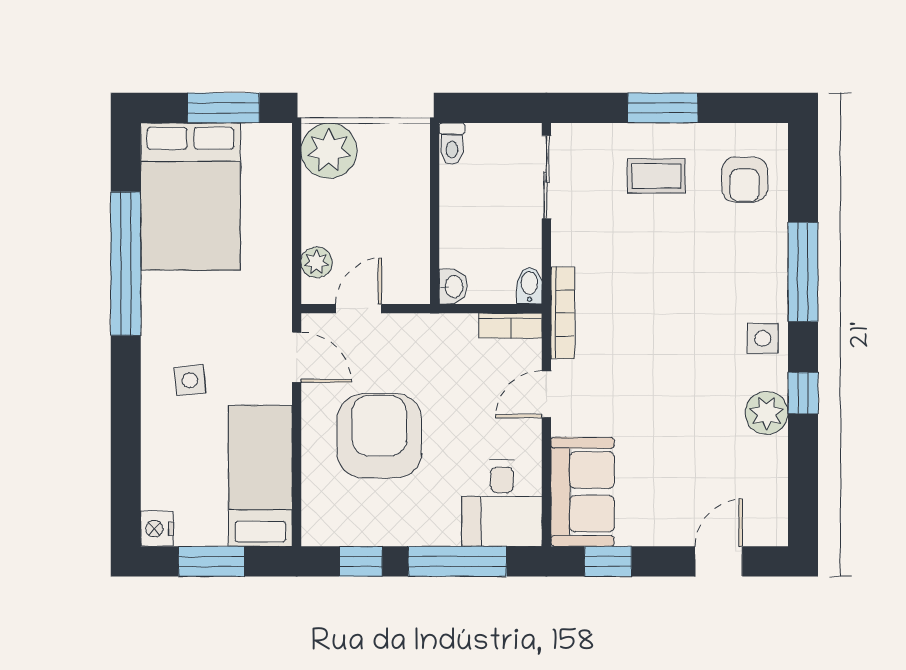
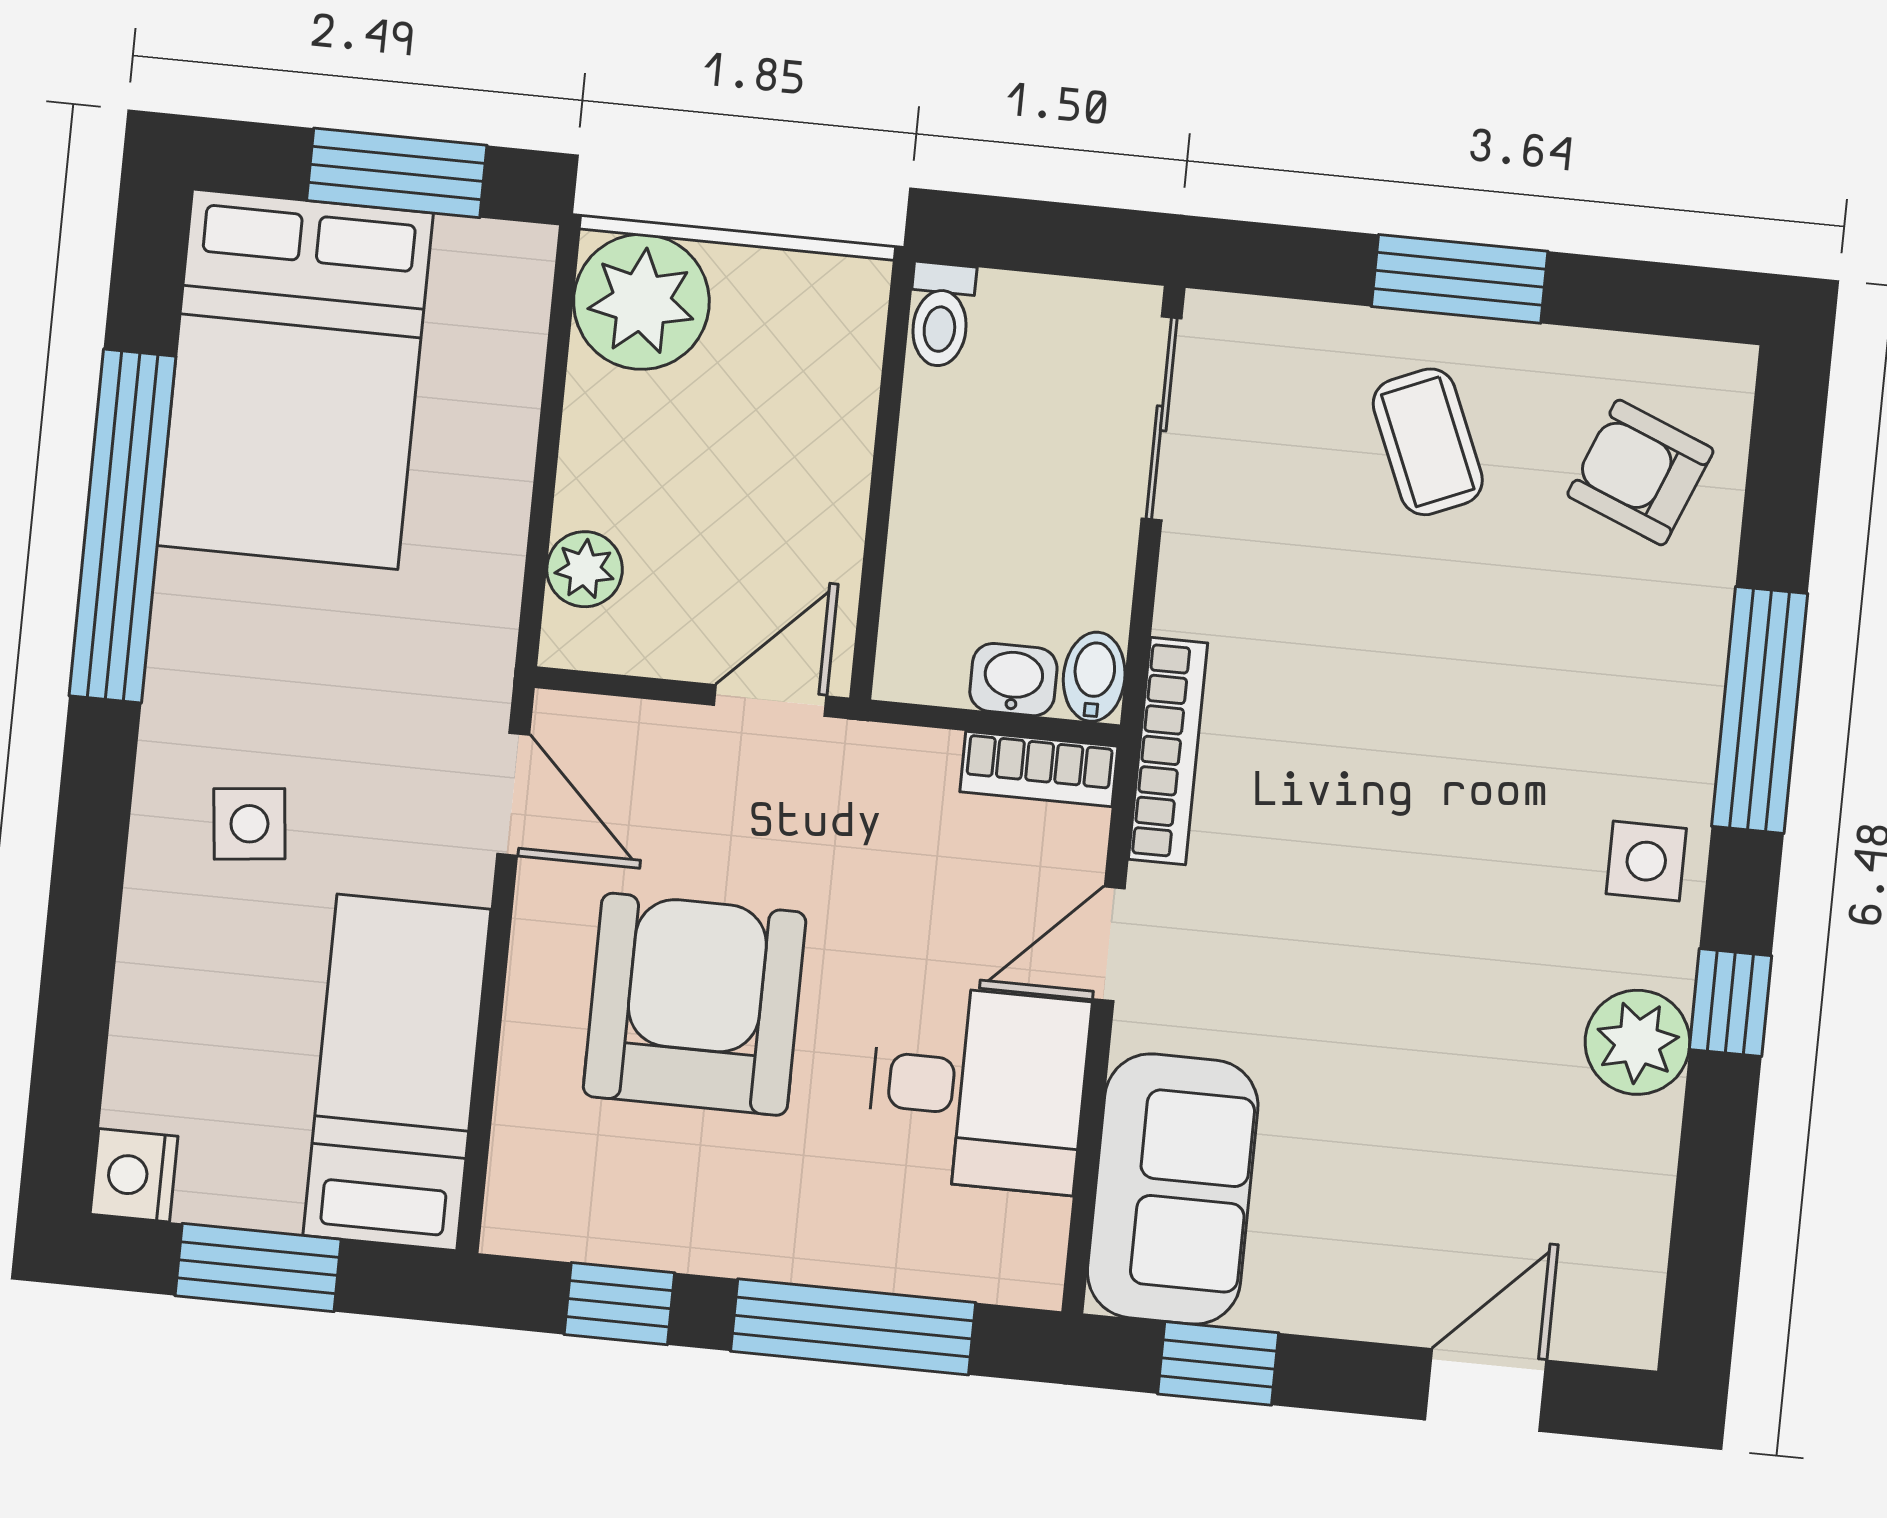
coffee table: (656, 176) -> (1428, 442), turned 67
armchair: (745, 180) -> (1640, 472), turned 112
washbasin: (453, 287) -> (1013, 680), moved, turned -90
door: (359, 309) -> (770, 701), moved
desk: (502, 503) -> (978, 1089), moved, turned -90

